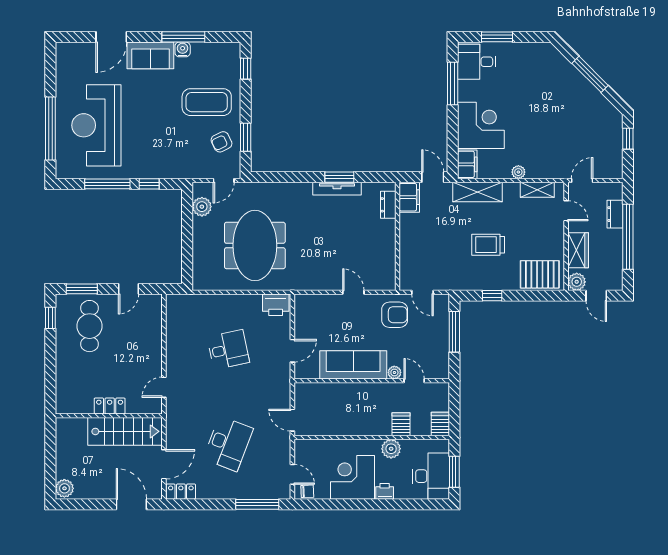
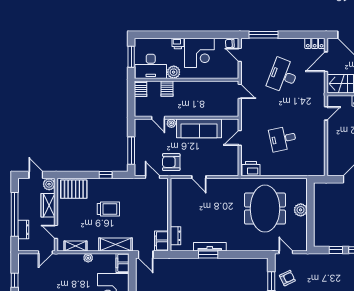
door: (224, 180) -> (286, 252), hinge flipped
plant: (202, 207) -> (301, 210), moved
desk: (431, 476) -> (151, 66), moved, turned -90

